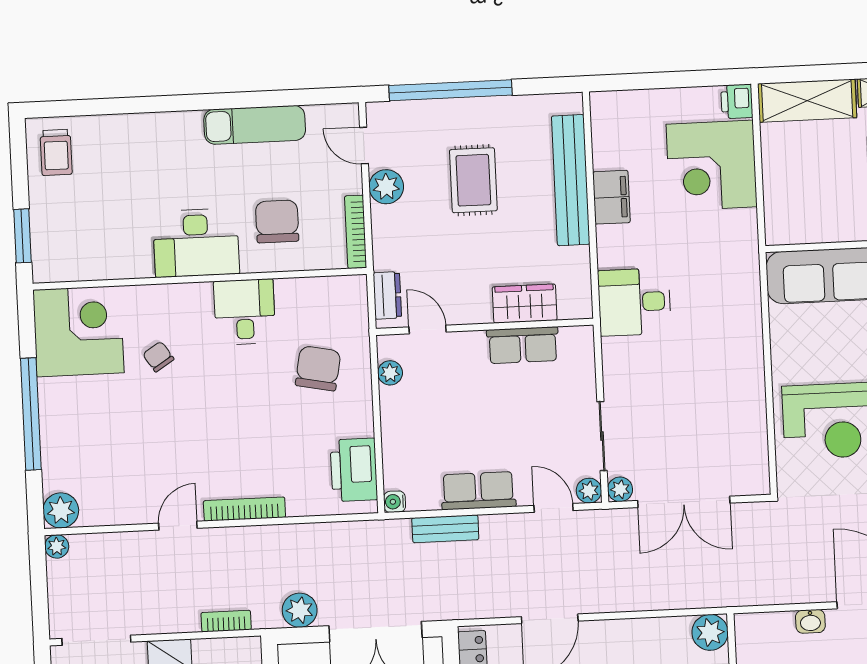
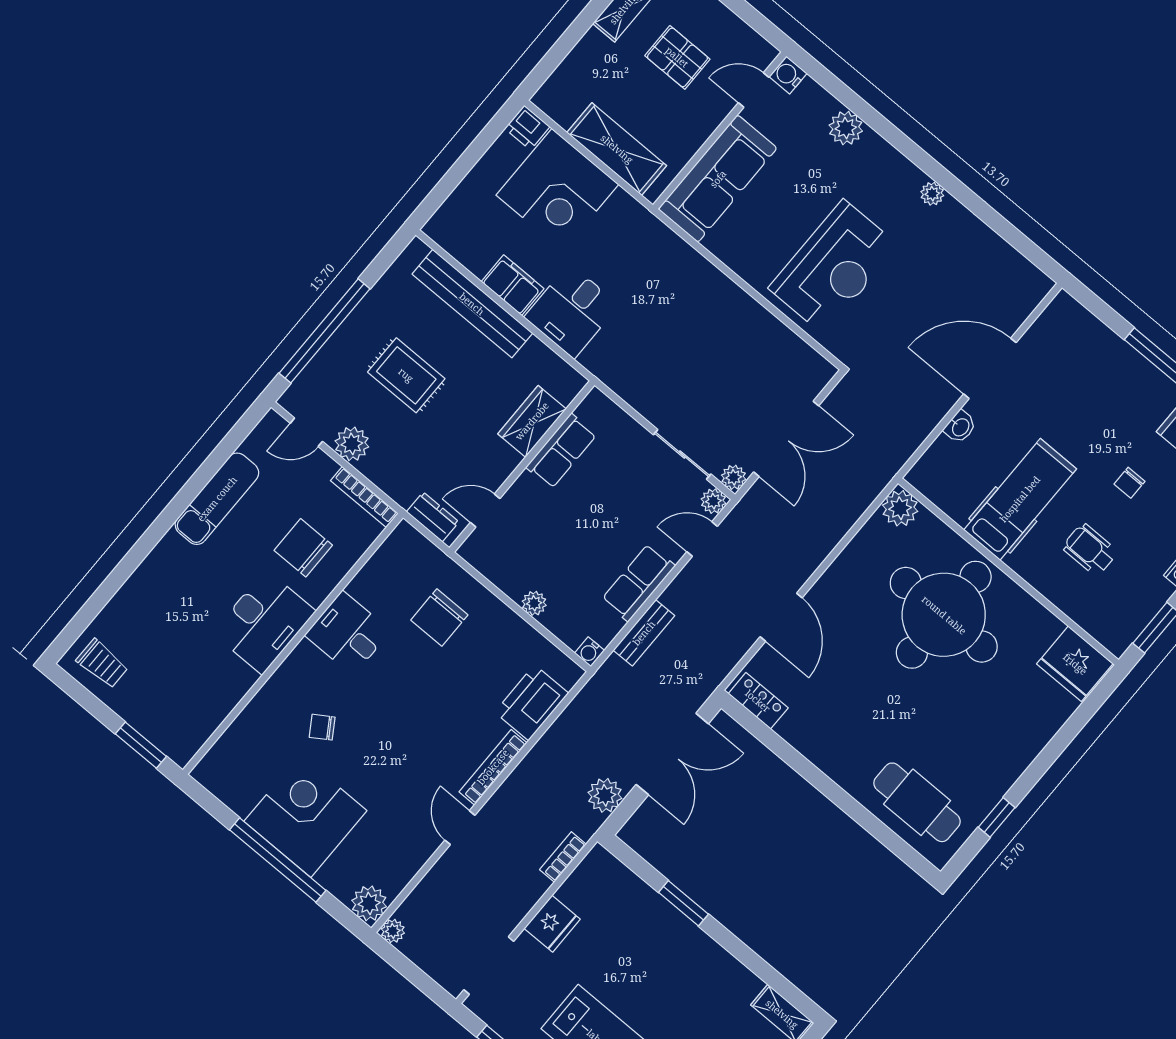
shelving: (807, 101) -> (617, 149), moved, turned 90
desk: (634, 302) -> (572, 311), moved
corner desk: (78, 331) -> (305, 816), moved
chair: (318, 368) -> (439, 617), turned -101
plant: (390, 373) -> (534, 603), moved
printer: (354, 470) -> (532, 703), moved, turned 90

